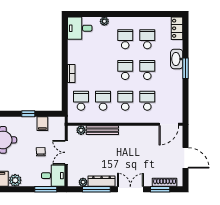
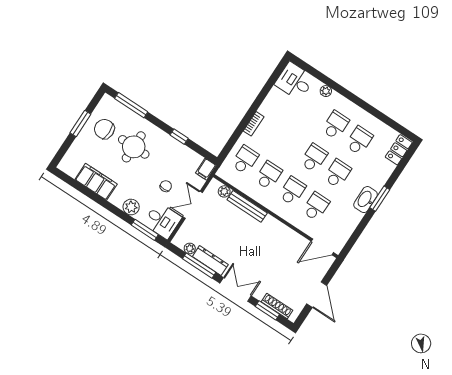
washbasin: (177, 59) -> (366, 200), moved
filing cabinet: (42, 124) -> (206, 169), moved
plant: (15, 180) -> (131, 207), moved

